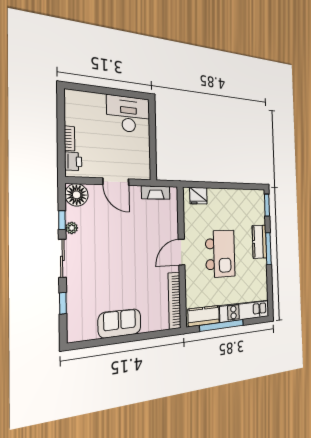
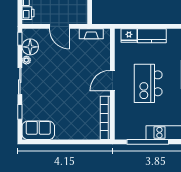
floor lamp: (77, 195) -> (30, 47), moved
window: (62, 220) -> (20, 39), moved
kitchen island: (220, 254) -> (148, 83), turned 180
kitchen counter: (204, 316) -> (152, 36), moved, turned 180
sofa: (120, 323) -> (38, 130), moved

